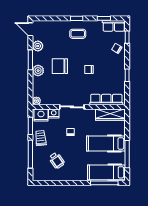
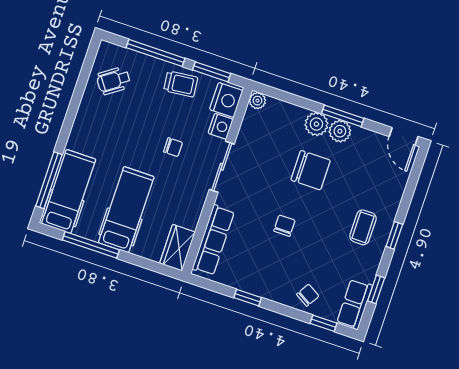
door: (30, 29) -> (404, 136), swing flipped
plant: (38, 46) -> (340, 131), moved
chair: (60, 66) -> (311, 170), turned 90
wardrobe: (110, 115) -> (177, 248), width x0.67
wheelchair: (57, 160) -> (113, 81), moved

